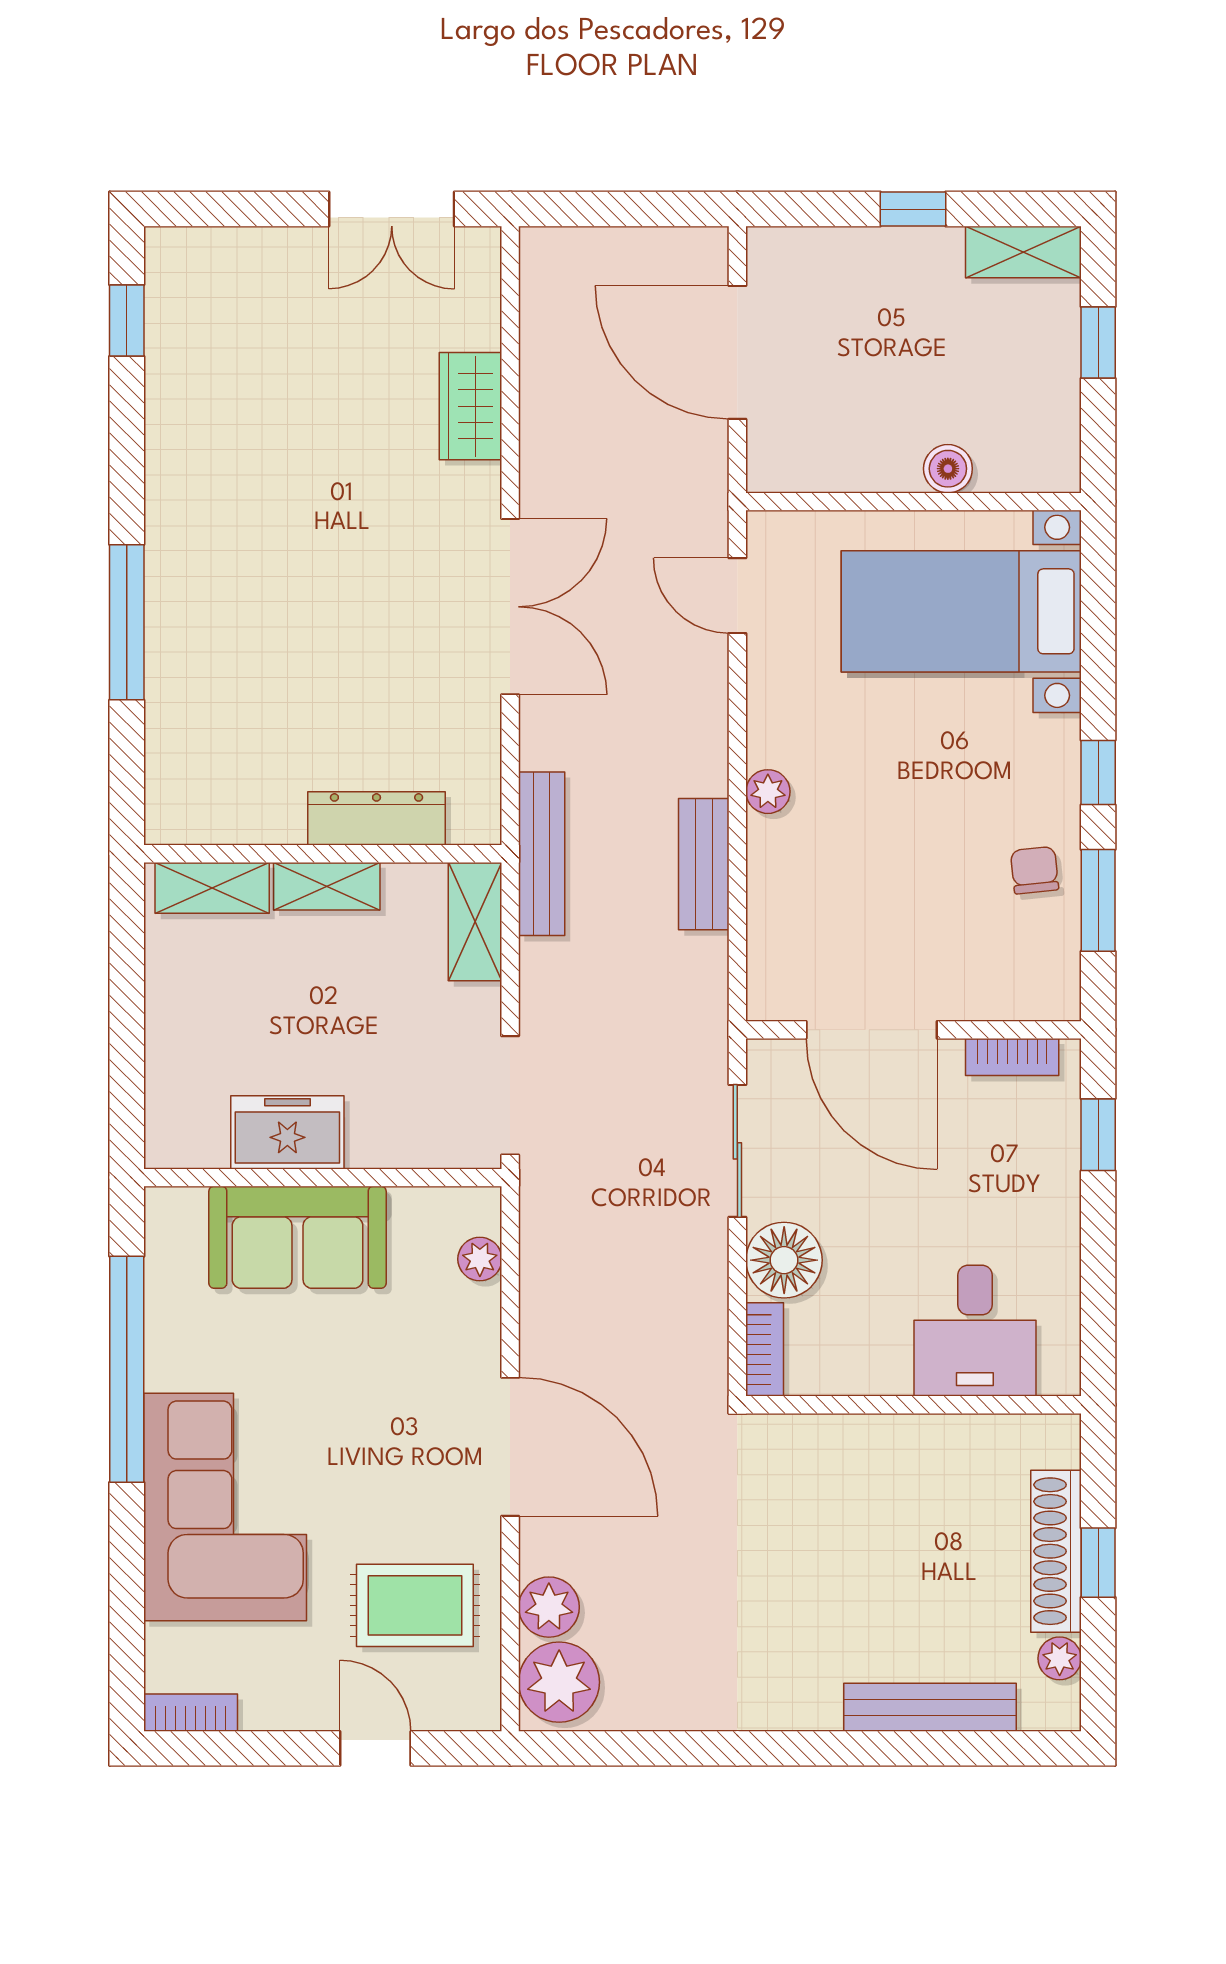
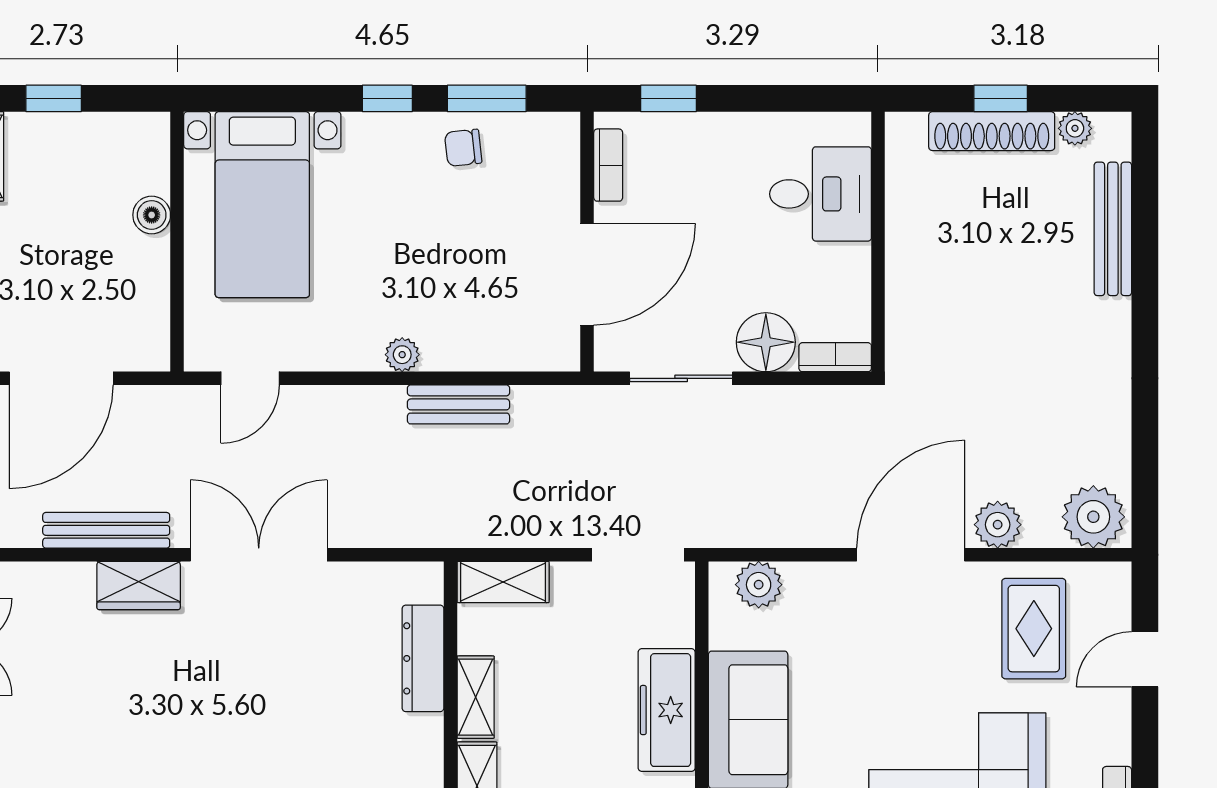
wardrobe: (471, 406) -> (139, 585), moved
bench: (542, 854) -> (106, 530), moved
freezer: (287, 1132) -> (667, 710), width x1.40
plant: (480, 1259) -> (759, 585), width x1.38, depth x1.38
plant: (549, 1607) -> (998, 525), moved

